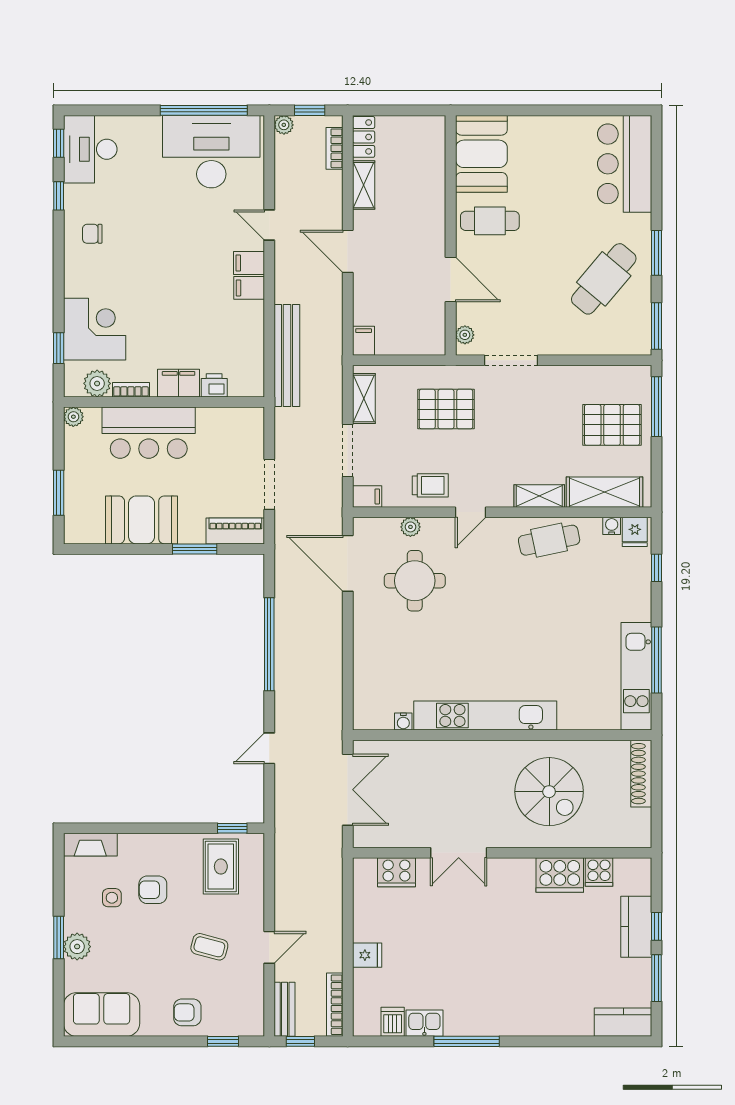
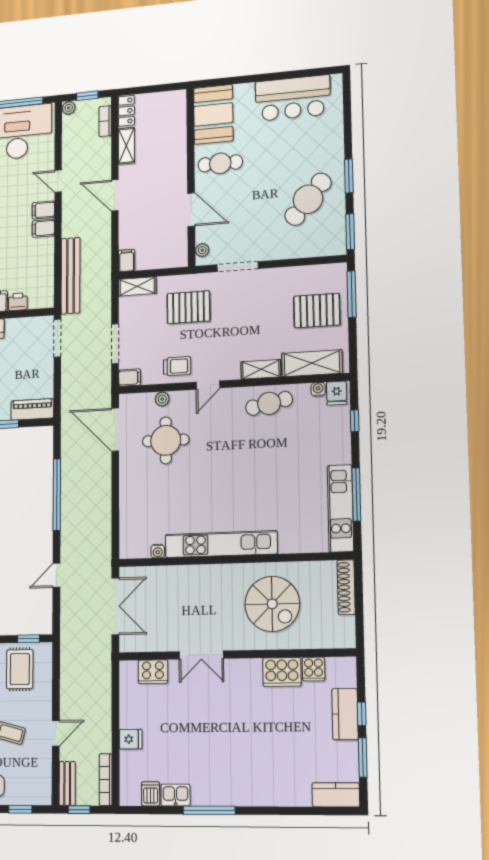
bar counter: (625, 164) -> (293, 98), moved, turned -90
shelving: (364, 398) -> (137, 286), moved, turned 90
doorway: (269, 484) -> (57, 338), moved

